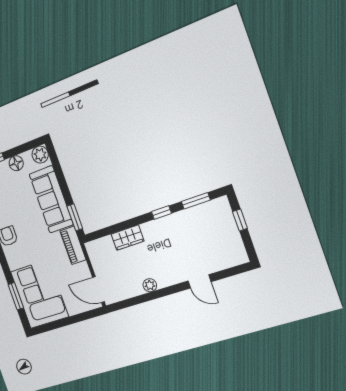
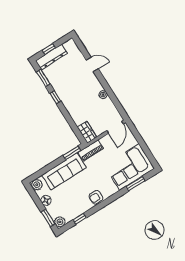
dresser: (226, 221) -> (51, 57), added
wardrobe: (127, 238) -> (87, 132), moved
door: (199, 281) -> (92, 64), hinge flipped

